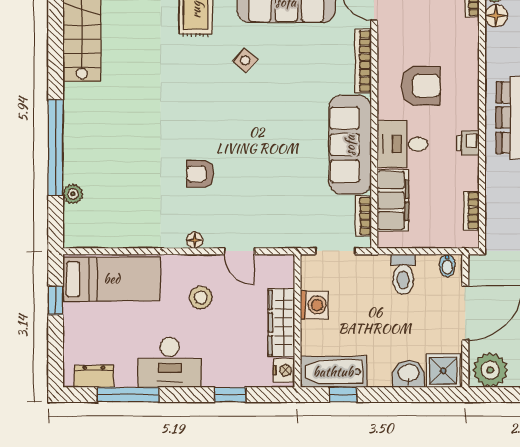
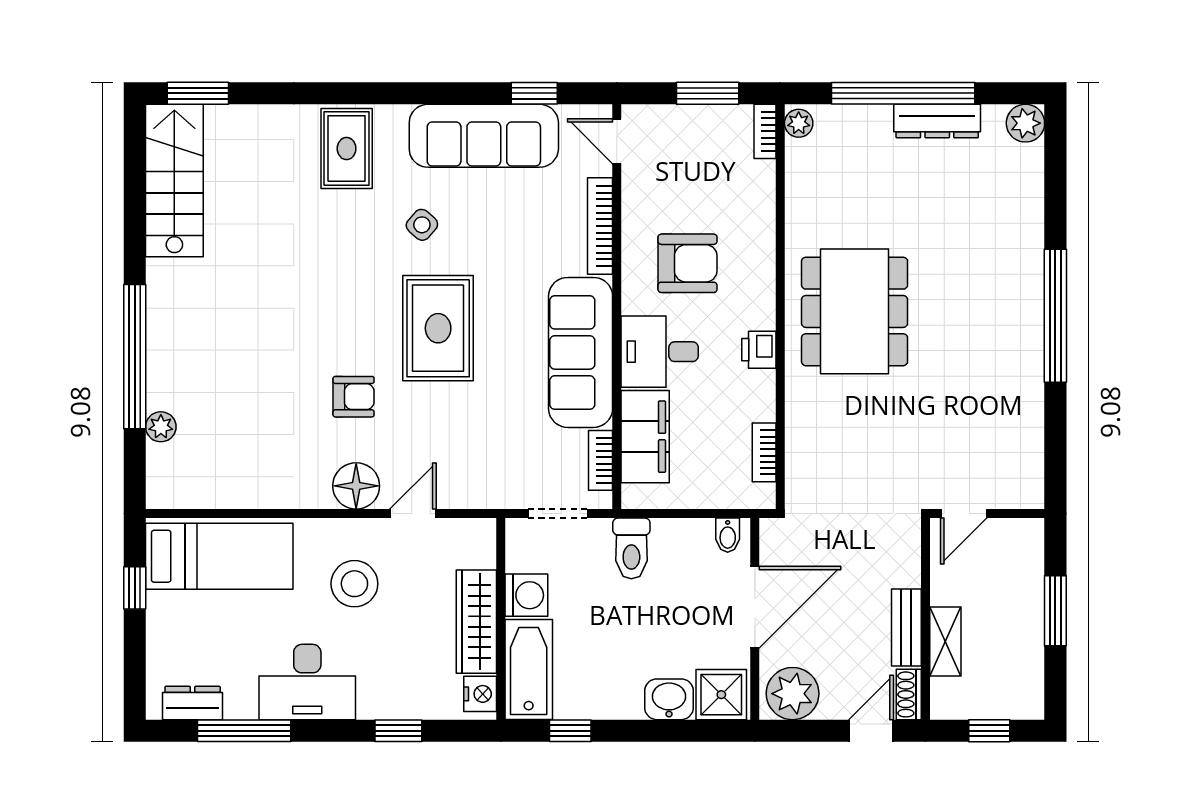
floor lamp: (496, 16) -> (801, 157), removed
rug: (256, 129) -> (438, 328), added
armchair: (200, 174) -> (354, 397), turned 180
floor lamp: (195, 240) -> (356, 486), width x1.89, depth x1.89
door: (239, 251) -> (413, 514), swing flipped
toilet: (403, 274) -> (631, 548), moved
stool: (201, 297) -> (354, 584), width x1.38, depth x1.38
bathtub: (333, 372) -> (529, 669), moved, turned 90

